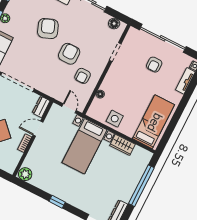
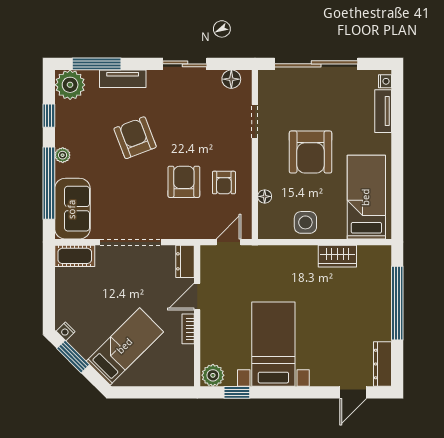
armchair: (69, 54) -> (184, 182), moved
armchair: (154, 65) -> (310, 152), moved, width x1.88, depth x1.88
door: (69, 108) -> (228, 242), hinge flipped
bed with nightstands: (85, 146) -> (273, 344), moved, turned 180
window: (57, 202) -> (237, 392), moved

